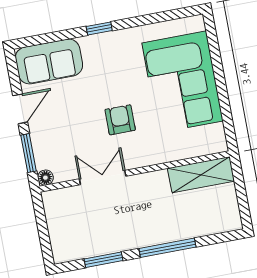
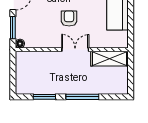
double door: (103, 177) -> (75, 50), moved

